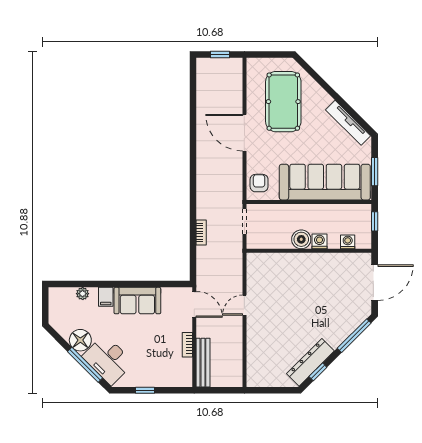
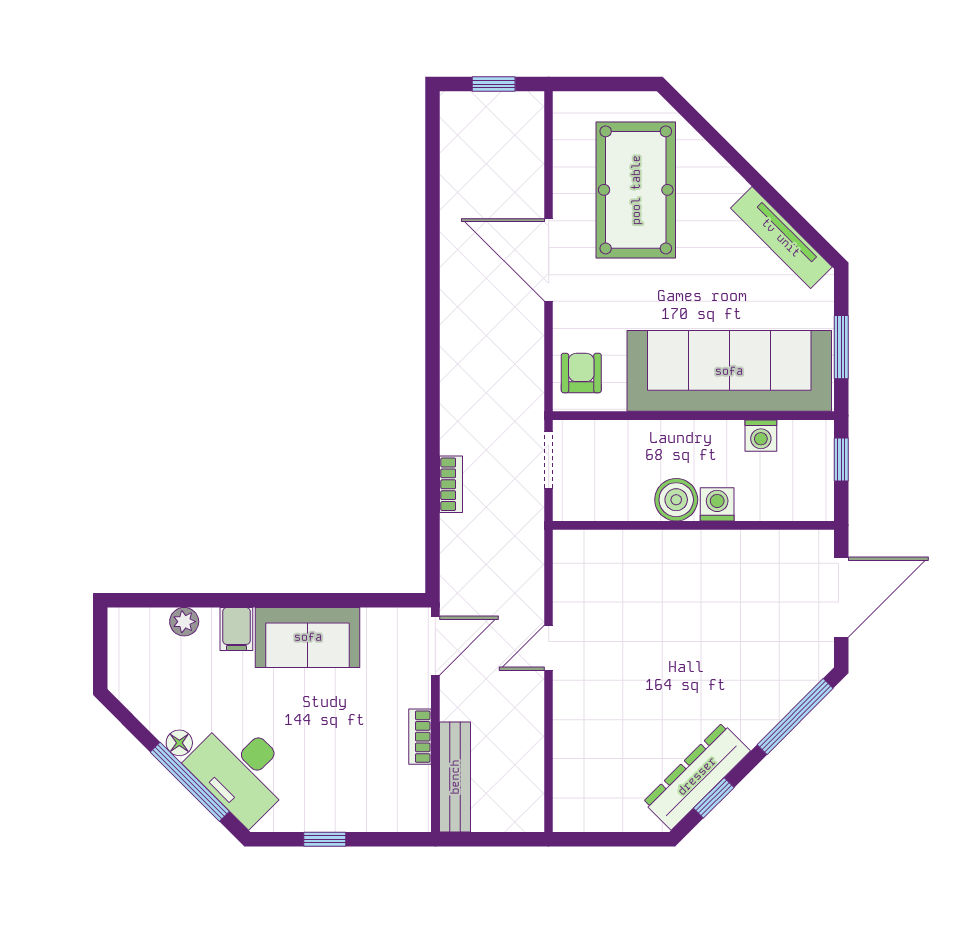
washing machine: (348, 242) -> (761, 436), moved, turned 180
door: (194, 304) -> (435, 646), hinge flipped
floor lamp: (80, 340) -> (179, 743), width x0.53, depth x0.53

